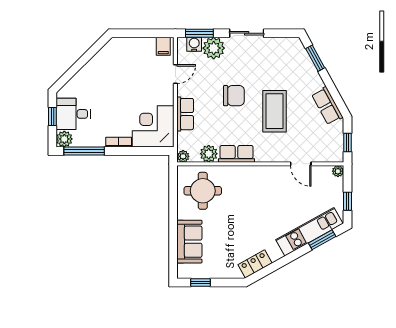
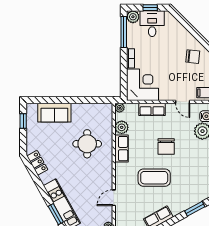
chair: (116, 61) -> (193, 57), added
round table: (203, 191) -> (87, 144), moved

